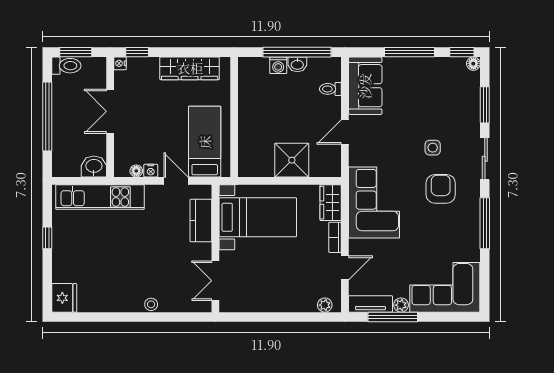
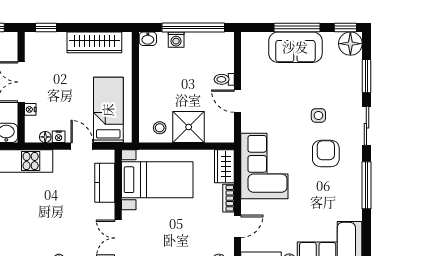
nightstand: (120, 63) -> (30, 109), moved
washbasin: (297, 64) -> (148, 39), moved
floor lamp: (473, 64) -> (350, 44), width x1.89, depth x1.89
sofa: (365, 86) -> (295, 47), moved, turned 90
toilet: (330, 89) -> (224, 79), moved
door: (345, 132) -> (238, 101), hinge flipped
stool: (260, 161) -> (160, 128), added

